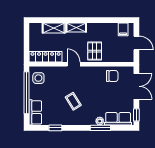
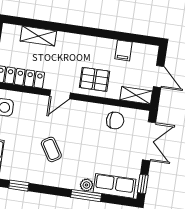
shelving: (76, 28) -> (136, 95), moved
filing cabinet: (123, 29) -> (123, 50), moved
pallet: (95, 51) -> (94, 79), turned 90
door: (74, 64) -> (60, 94), swing flipped

